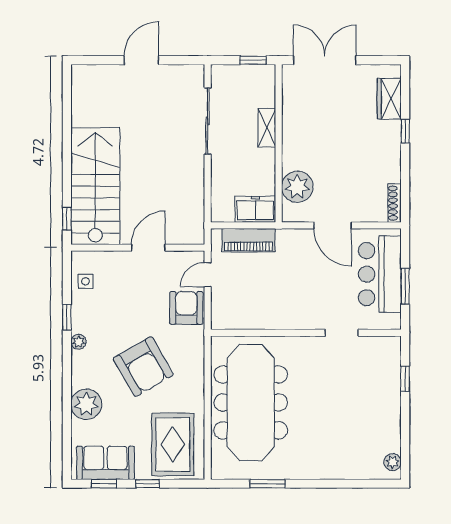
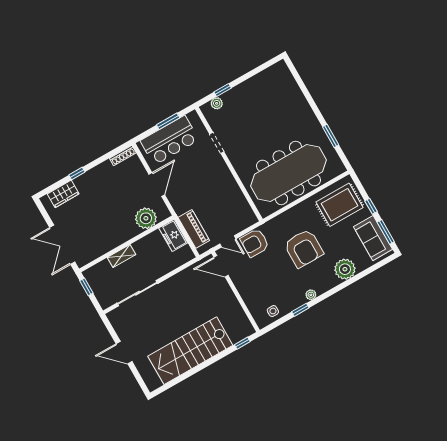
stairs: (95, 186) -> (190, 351), moved
door: (148, 248) -> (221, 266), moved
armchair: (143, 367) -> (304, 248), turned 120
plant: (393, 462) -> (217, 103), moved
window: (104, 484) -> (386, 232), width x1.50

